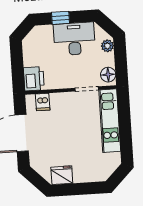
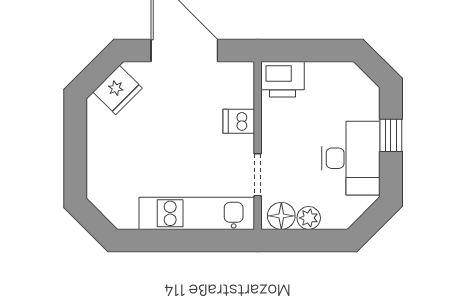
plant: (107, 46) -> (309, 218), moved
dishwasher: (43, 102) -> (239, 121), moved
fridge: (62, 175) -> (118, 90), moved, turned 45

